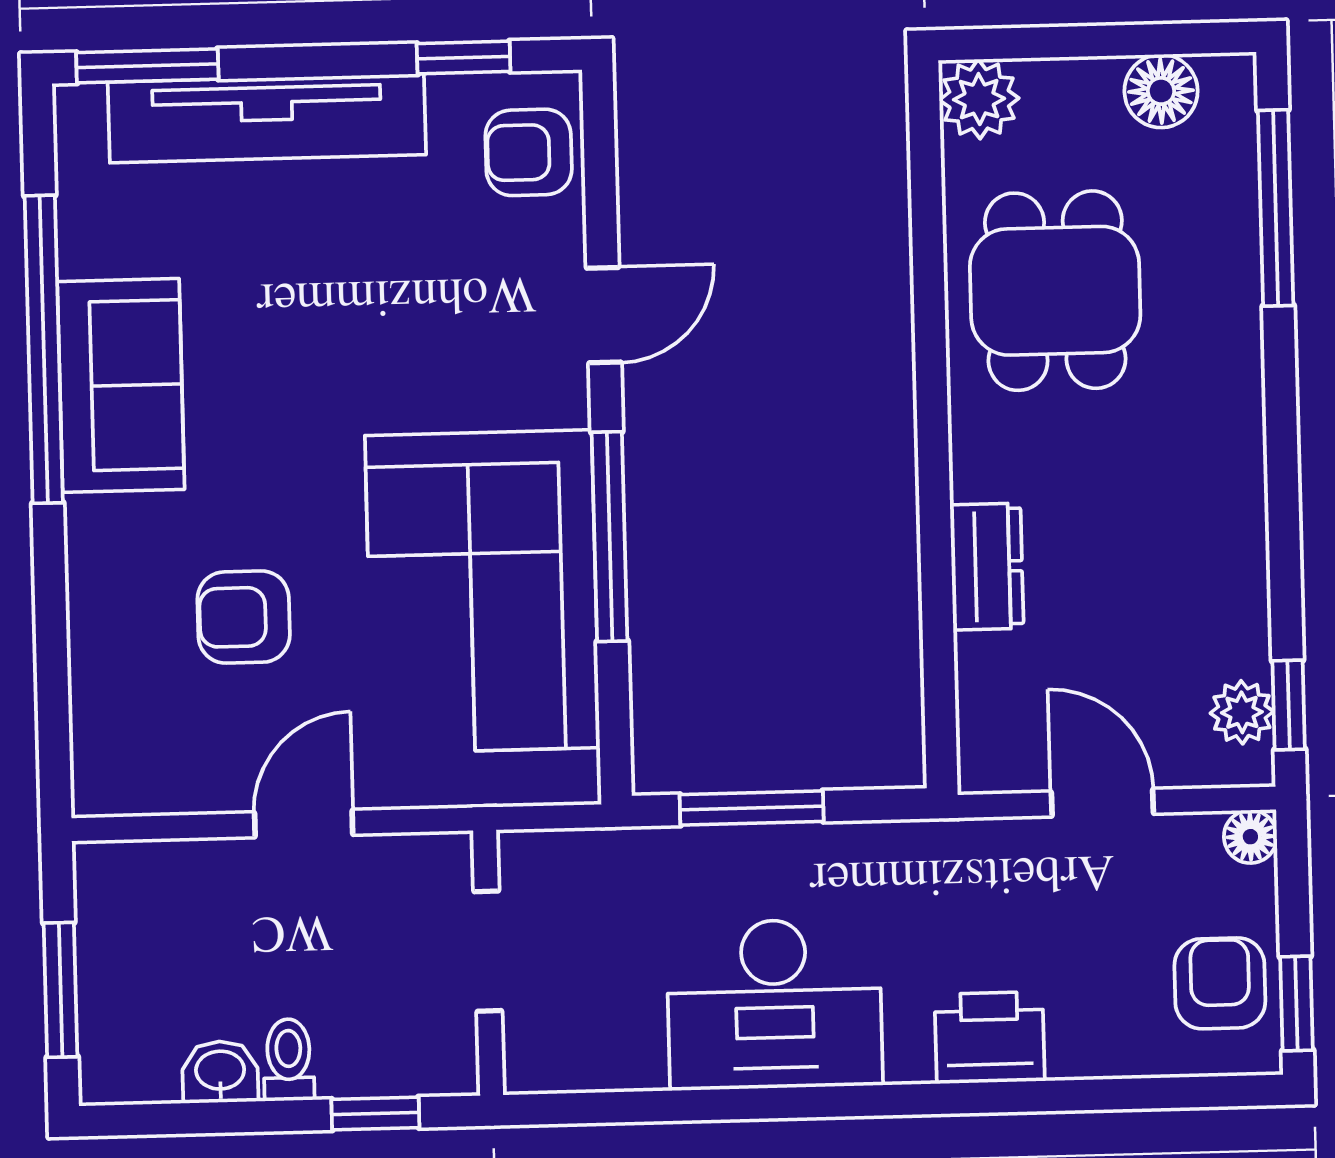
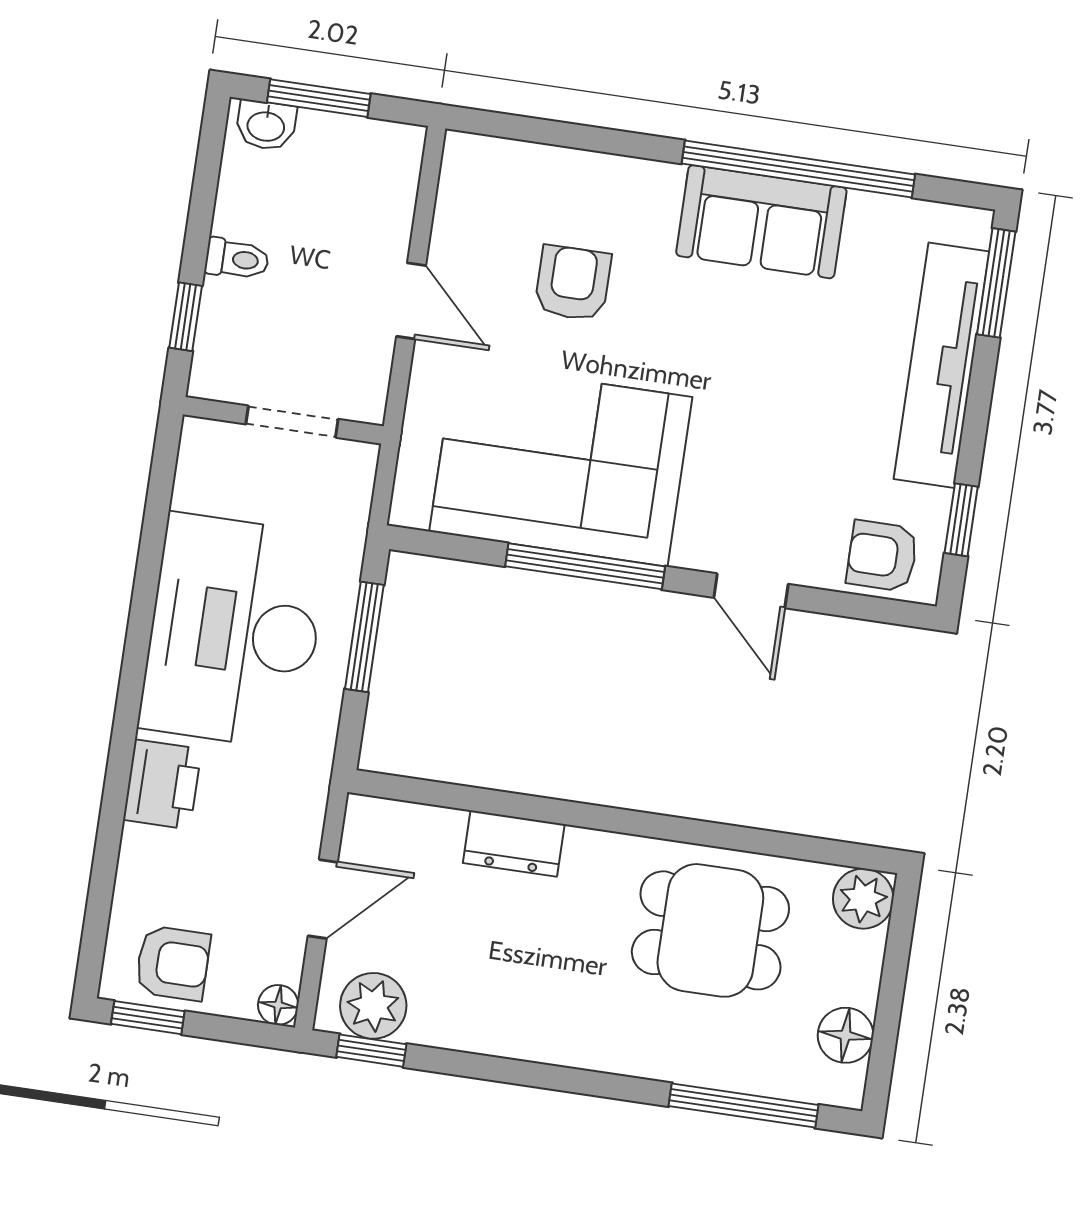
armchair: (529, 152) -> (882, 556), turned -90
plant: (1242, 712) -> (373, 1006), width x1.38, depth x1.38
desk: (774, 1004) -> (234, 631), width x1.36, depth x1.30
washbasin: (220, 1072) -> (266, 125), moved, turned 90

